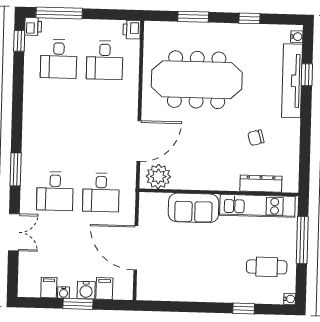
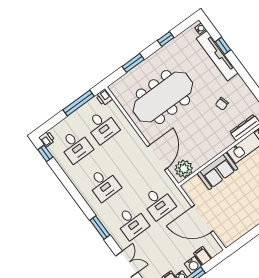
window: (59, 13) -> (79, 103), moved
desk: (57, 125) -> (104, 184), added

